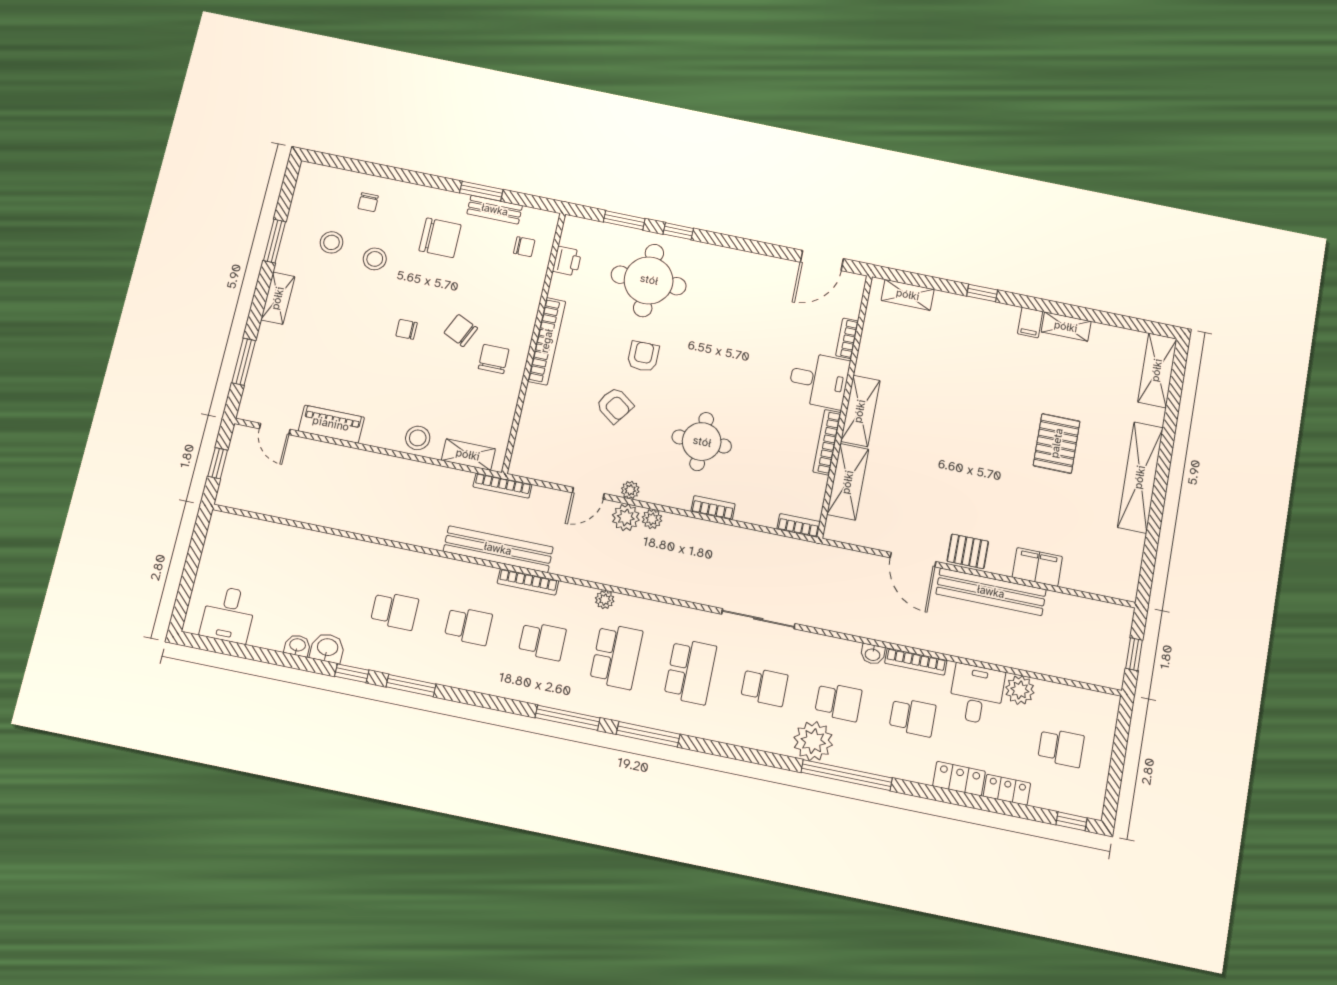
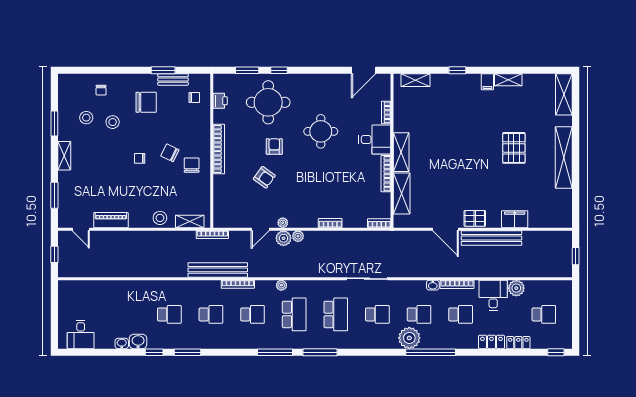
round table: (702, 442) -> (321, 131), moved

